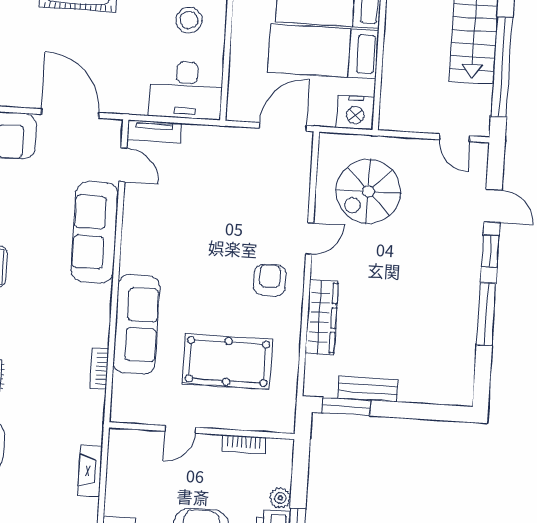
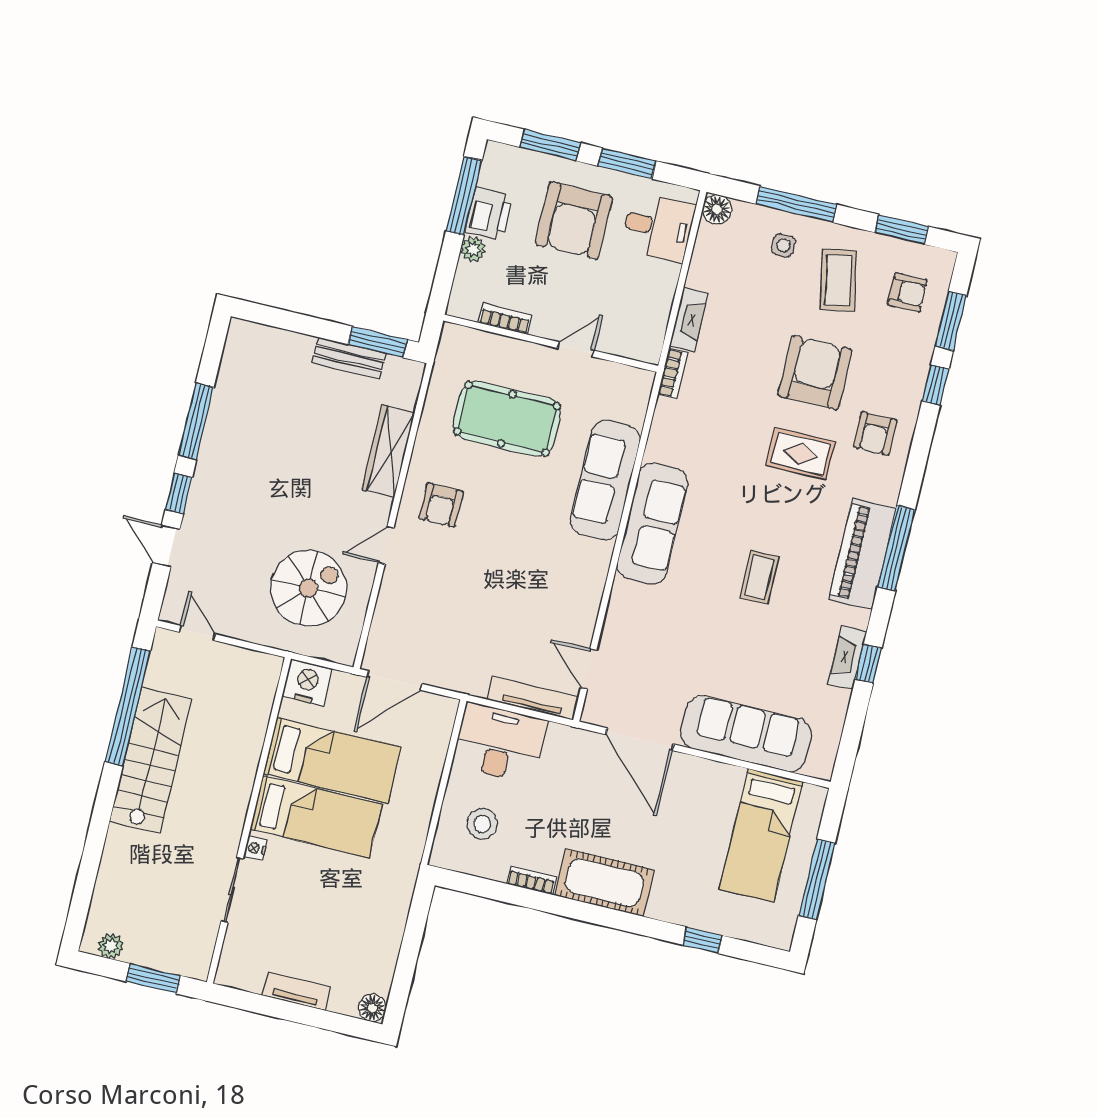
tv unit: (154, 131) -> (533, 698), width x1.41
sofa: (95, 232) -> (653, 524), moved
bookcase: (99, 369) -> (673, 374), moved

